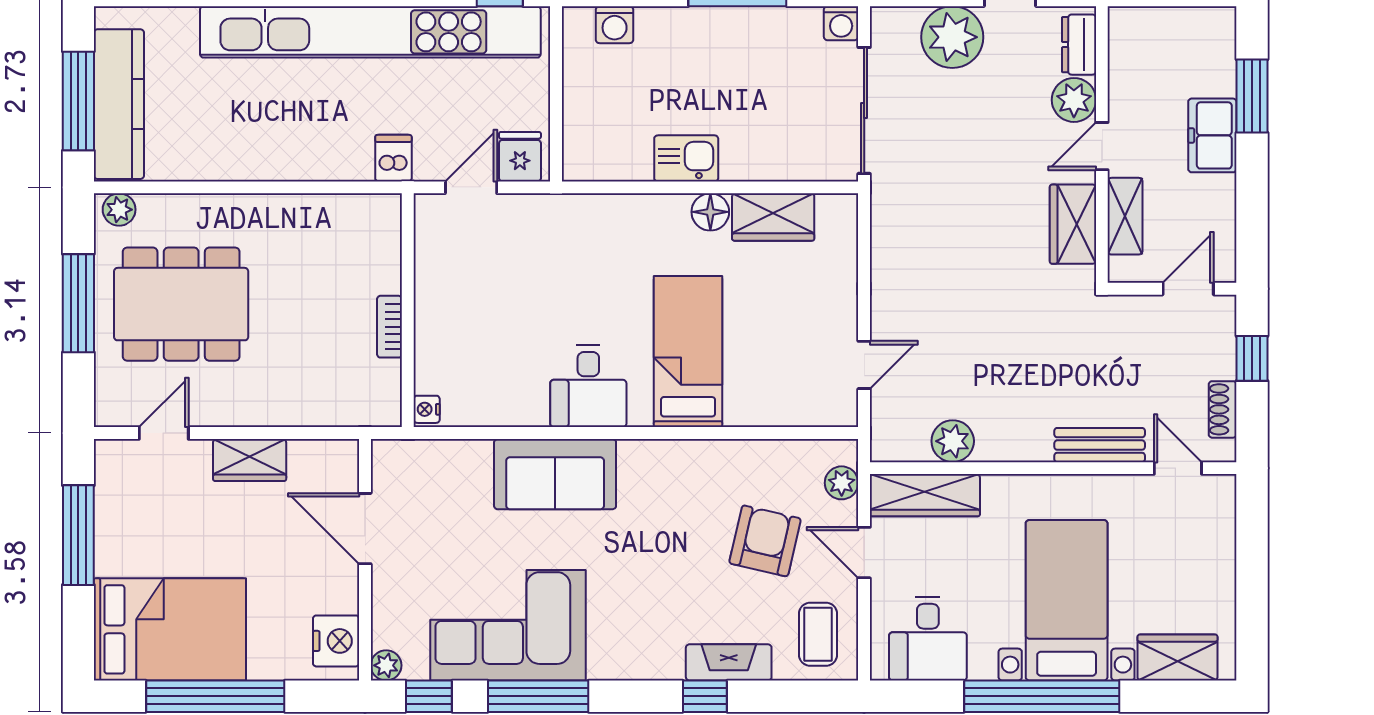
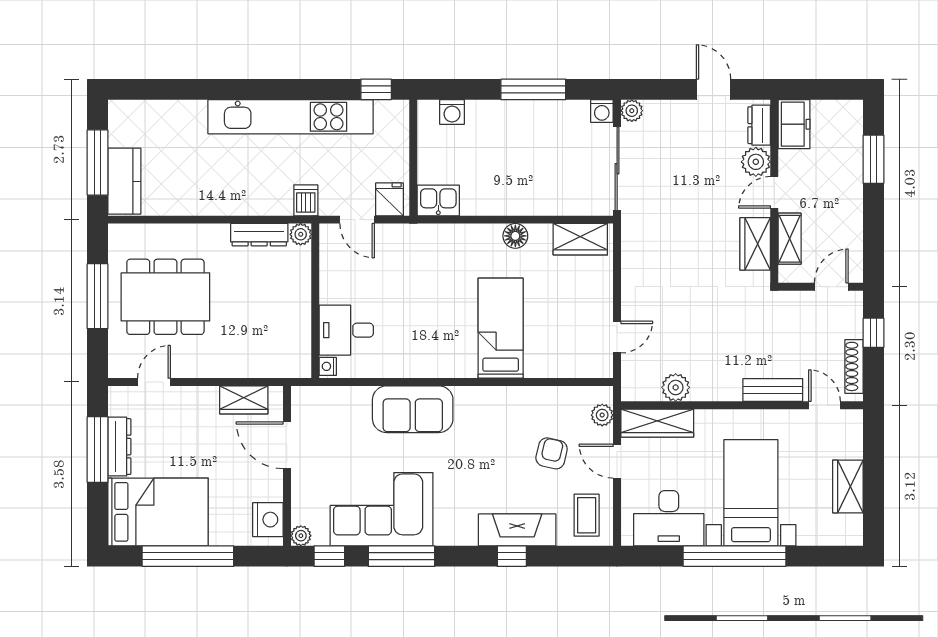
kitchen unit: (370, 32) -> (291, 117), width x0.73
plant: (952, 37) -> (632, 111), moved, width x0.53, depth x0.53
kitchen counter: (119, 104) -> (124, 181), width x0.67
freezer: (1212, 135) -> (794, 124), moved, turned 180
kitchen sink: (686, 158) -> (438, 200), moved
door: (471, 187) -> (357, 220), swing flipped
plant: (119, 210) -> (301, 234), moved
dresser: (323, 210) -> (259, 235), added
wardrobe: (773, 217) -> (580, 239), moved
bookcase: (390, 327) -> (303, 312), removed
desk: (588, 386) -> (346, 330), moved, turned 90
shoe rack: (1223, 409) -> (854, 366), width x1.43
wardrobe: (250, 460) -> (244, 400), moved
dresser: (111, 531) -> (119, 447), added
armchair: (765, 541) -> (552, 453), width x0.72, depth x0.72
desk: (928, 639) -> (669, 518), width x1.37
wardrobe: (1177, 657) -> (848, 486), moved, turned -90
fireplace: (729, 662) -> (517, 530), width x1.37, depth x1.32

